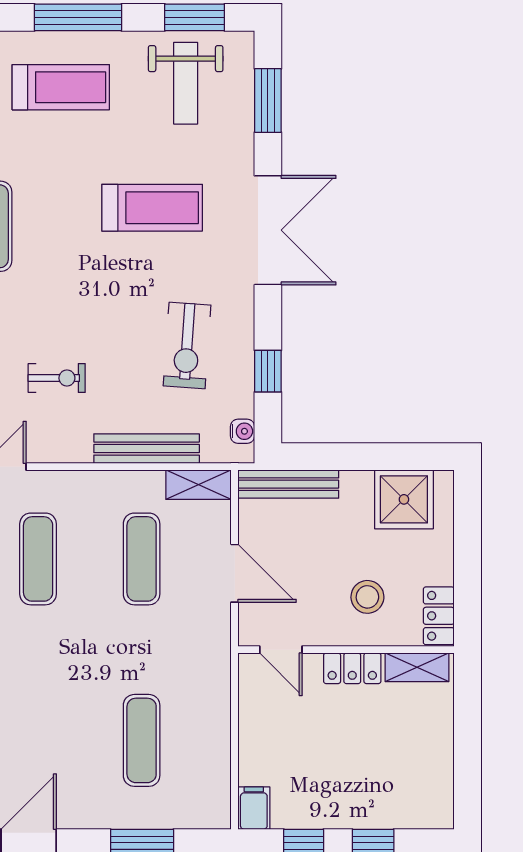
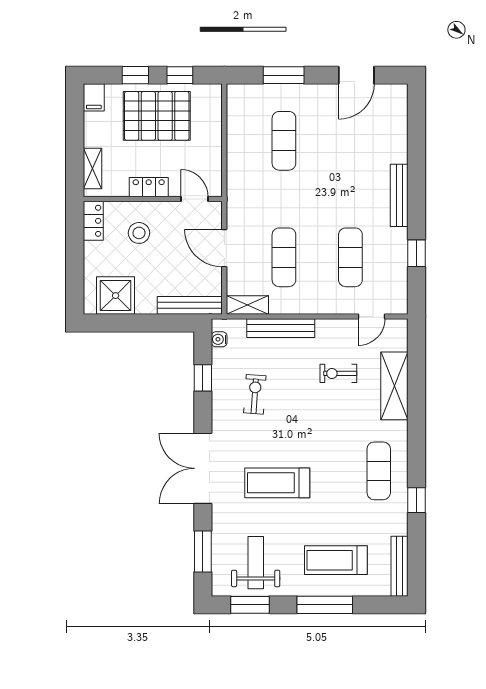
exercise bike: (187, 346) -> (255, 394), width x0.73, depth x0.72
shelving: (417, 667) -> (92, 168), moved, turned 90
pallet: (340, 779) -> (157, 116), added
filing cabinet: (254, 808) -> (94, 97), moved

